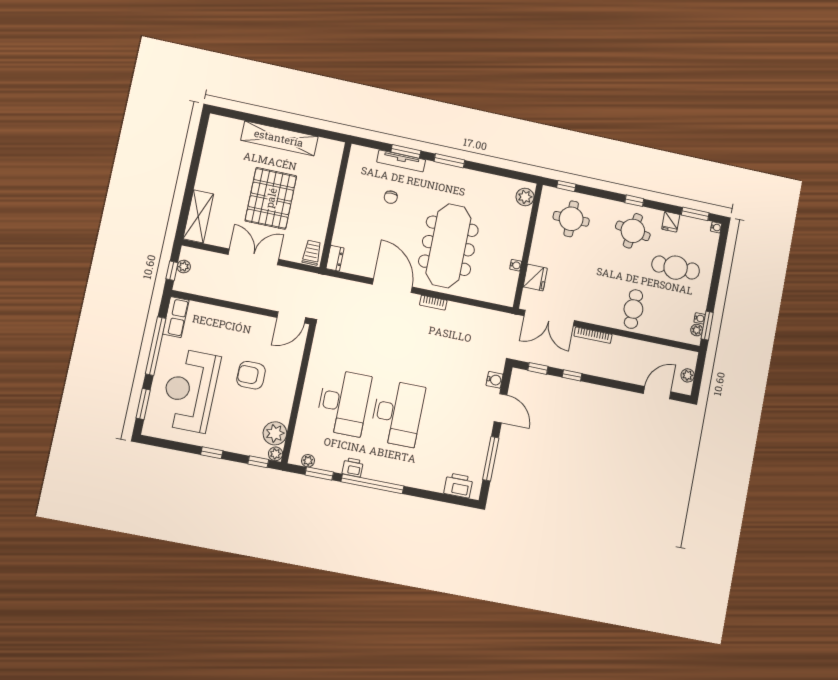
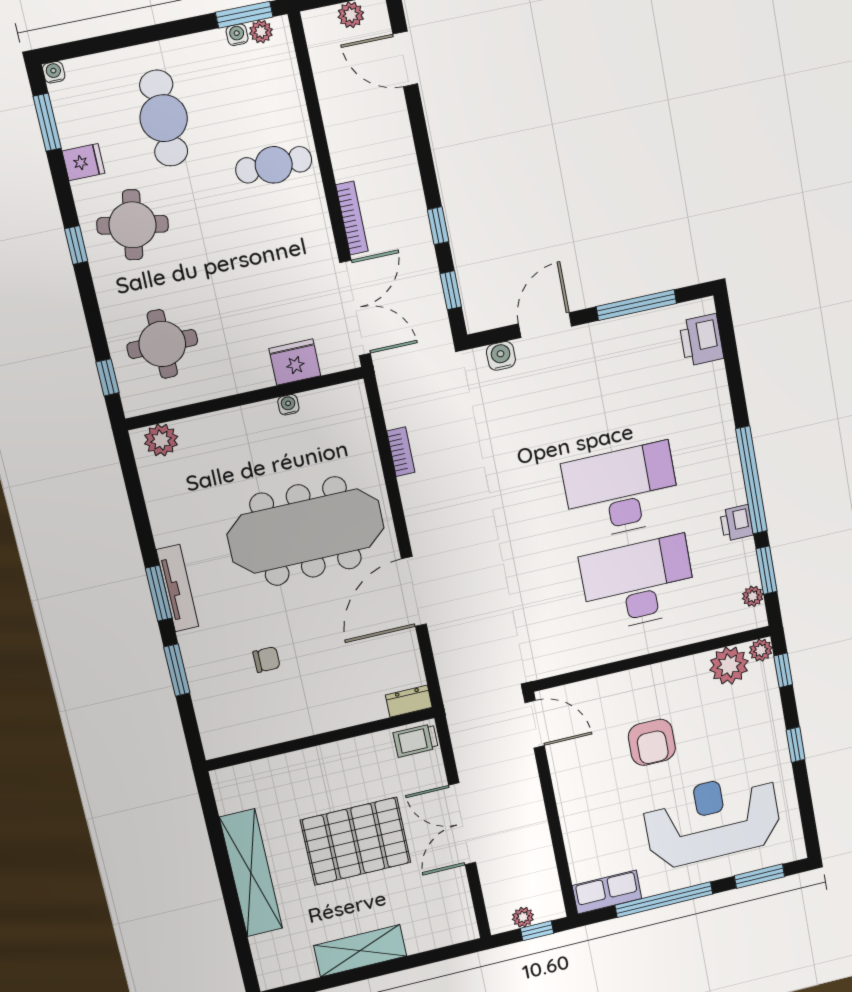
tv unit: (401, 161) -> (177, 588), moved
shelving: (198, 216) -> (360, 951), moved
bookcase: (433, 303) -> (401, 452), moved
reception desk: (190, 391) -> (712, 820), turned 180

